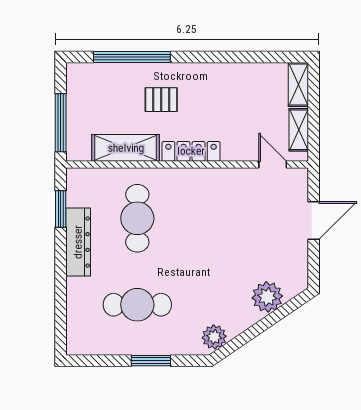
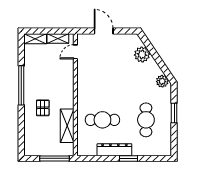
window: (132, 57) -> (21, 85), moved
locker: (191, 151) -> (69, 93), removed
window: (61, 209) -> (128, 158), moved

